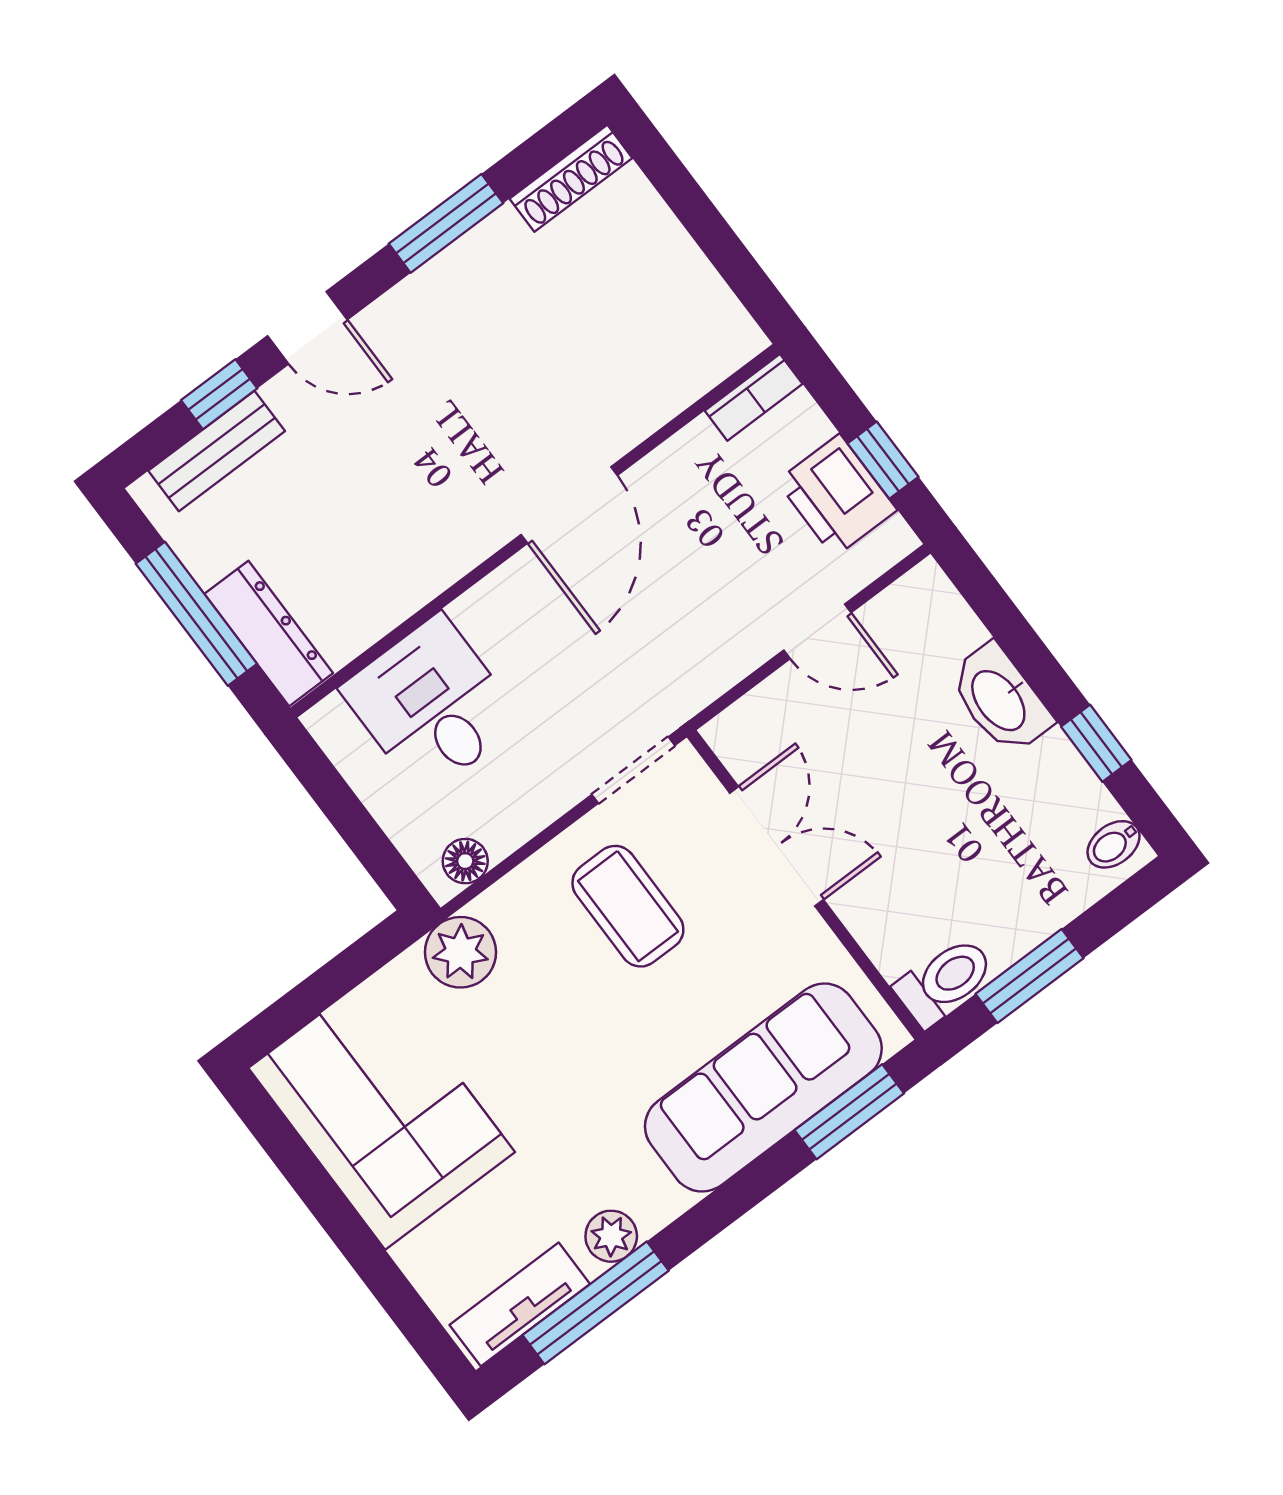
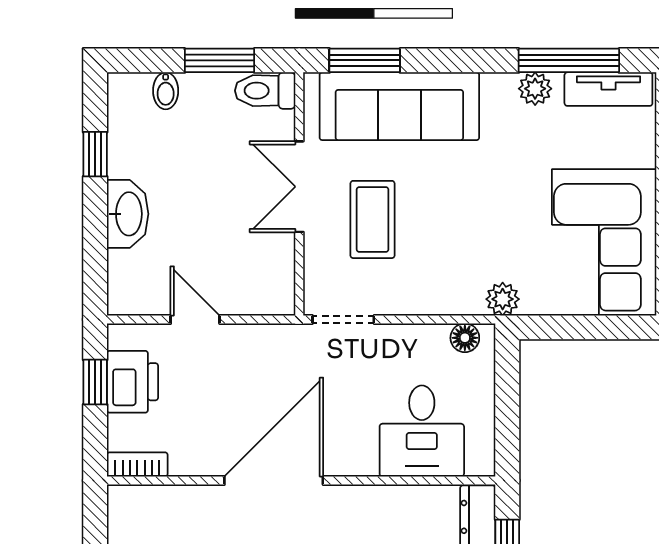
door: (569, 505) -> (274, 480), width x1.36
bidet: (1114, 844) -> (166, 91), moved, turned 90
double door: (777, 846) -> (299, 187), moved
coffee table: (628, 906) -> (373, 219), moved
plant: (461, 952) -> (503, 299), width x0.73, depth x0.73

